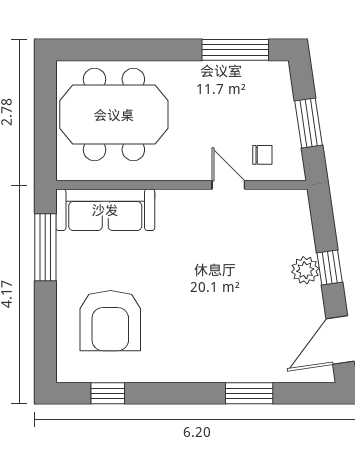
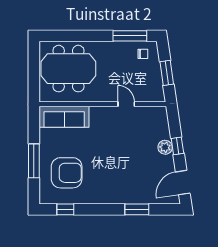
chair: (262, 155) -> (143, 54), moved
window: (45, 247) -> (34, 161), moved
armchair: (110, 321) -> (67, 173), turned -90

